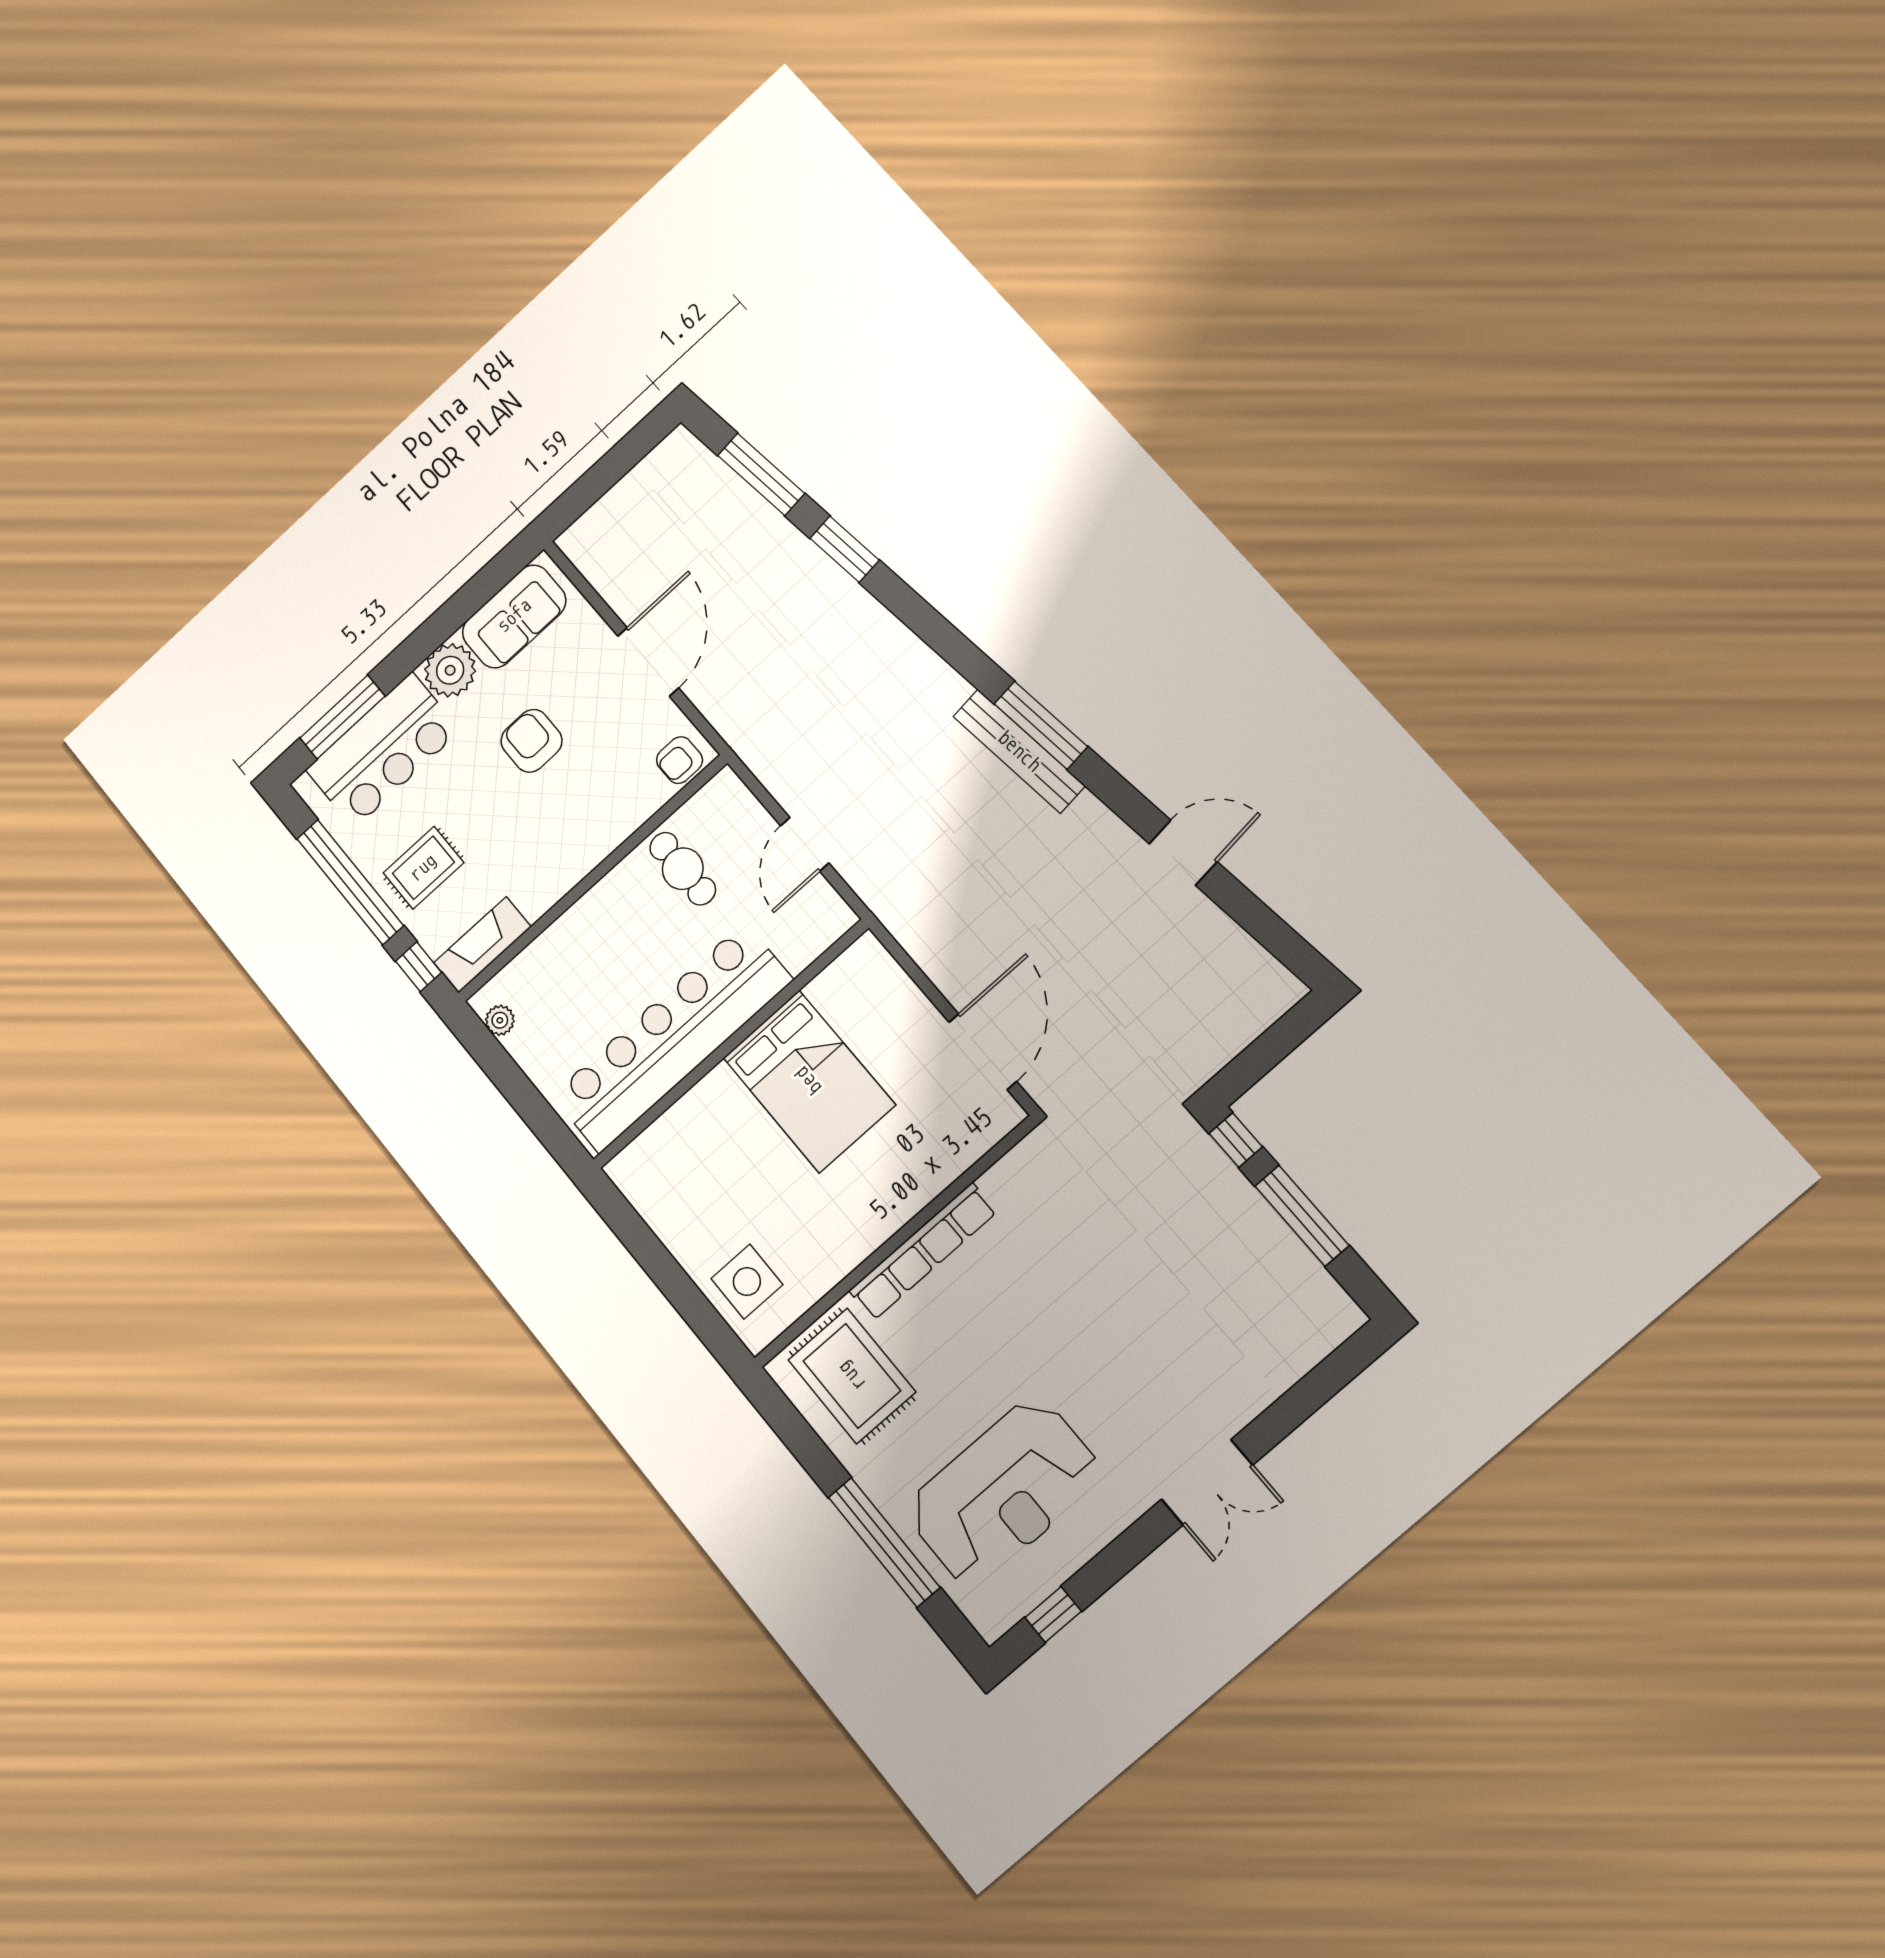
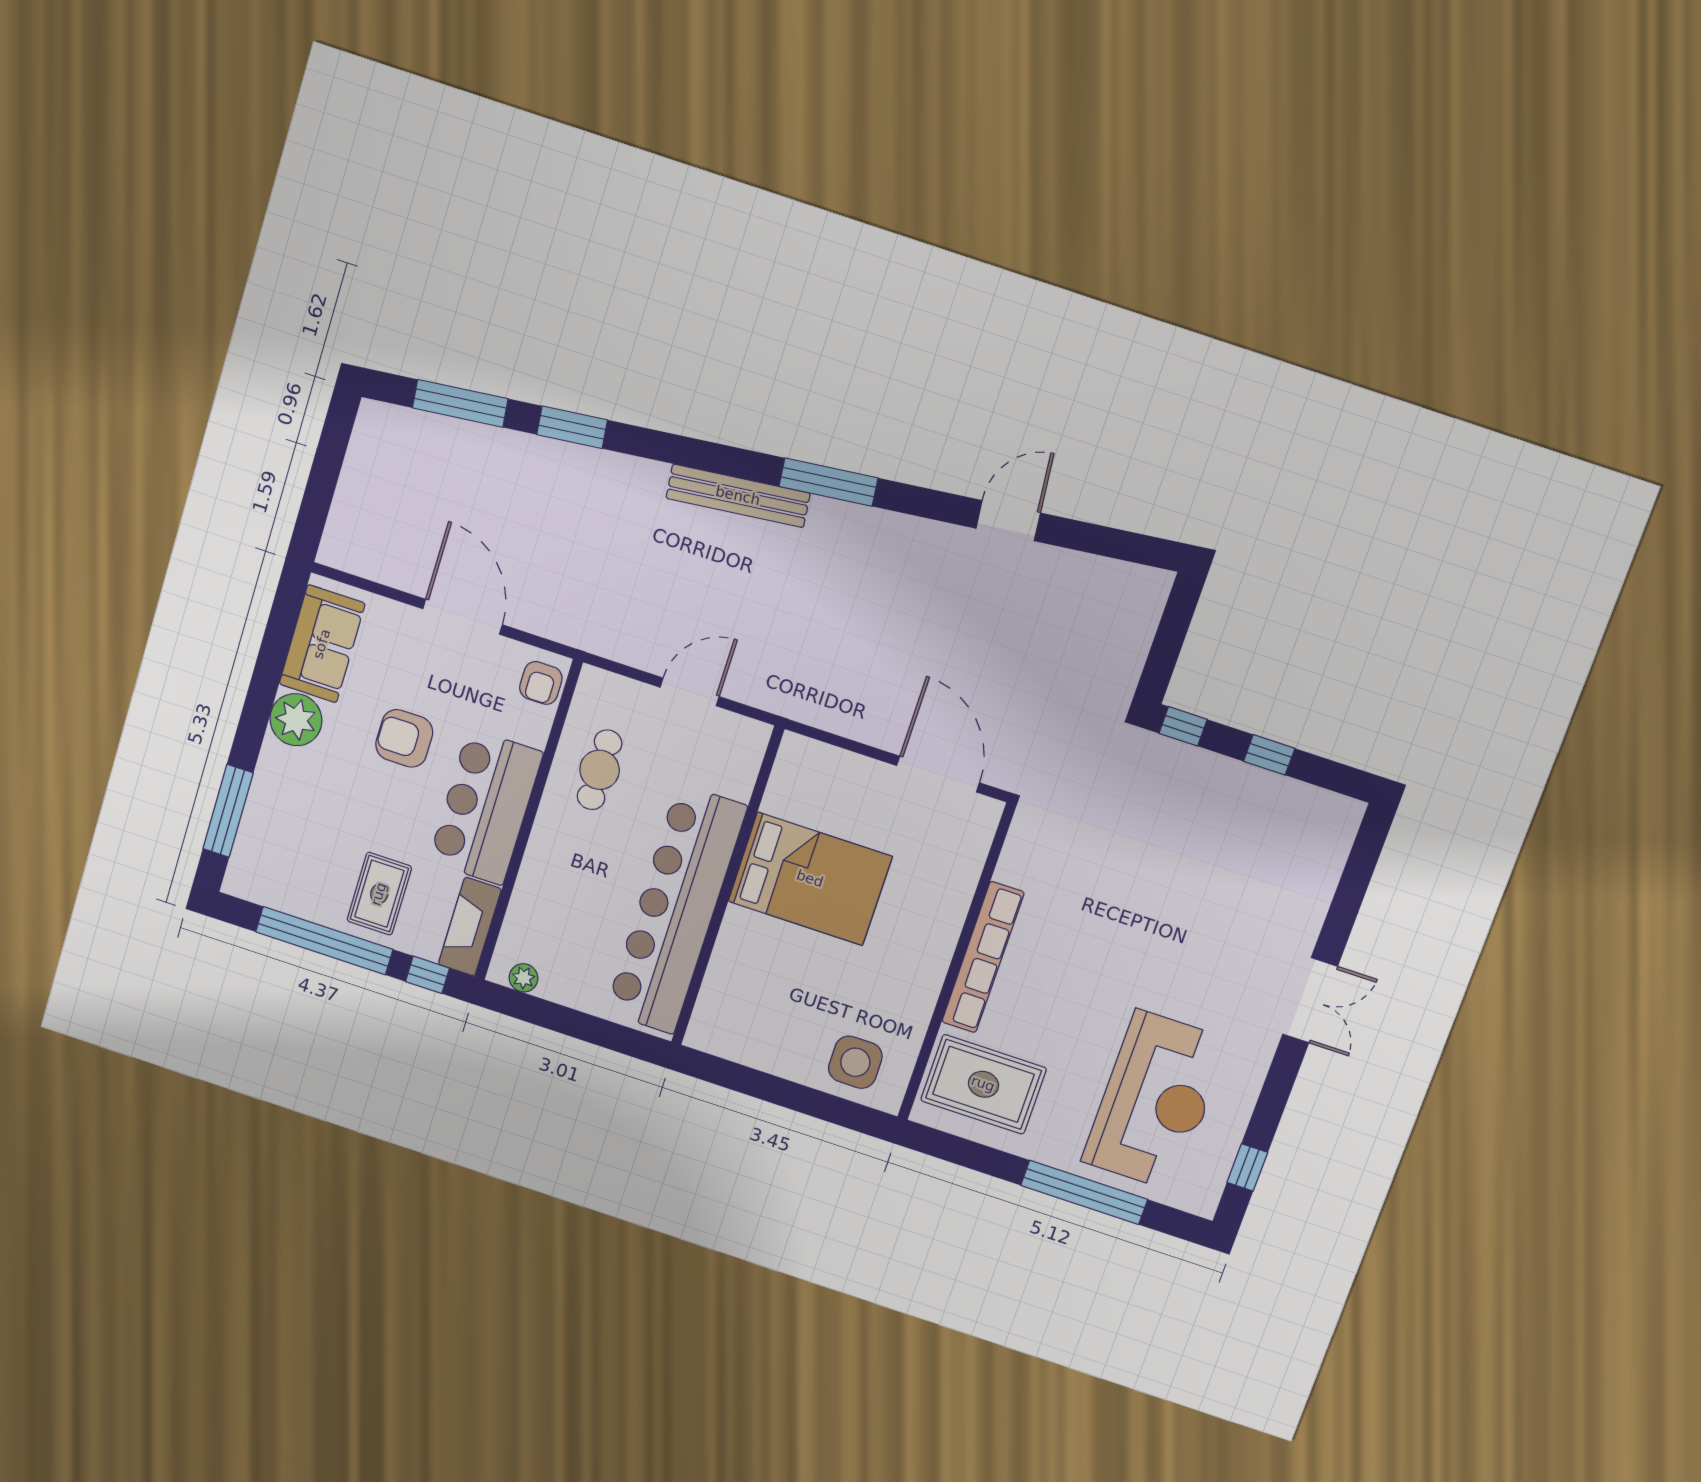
bar counter: (383, 750) -> (486, 807), moved, turned 180
bench: (1019, 751) -> (738, 496), moved
door: (805, 844) -> (690, 692), swing flipped
cafe table: (683, 869) -> (600, 770), turned 90
window: (1302, 1216) -> (1269, 755), width x0.46

